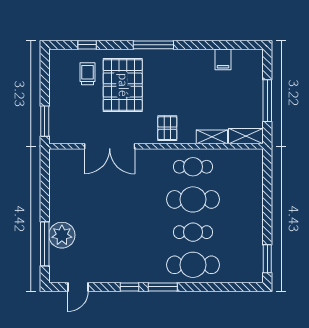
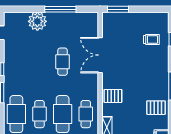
pallet: (123, 85) -> (156, 108), moved, width x0.49, depth x0.50
cafe table: (119, 199) -> (63, 62), added
window: (45, 244) -> (60, 9), moved

